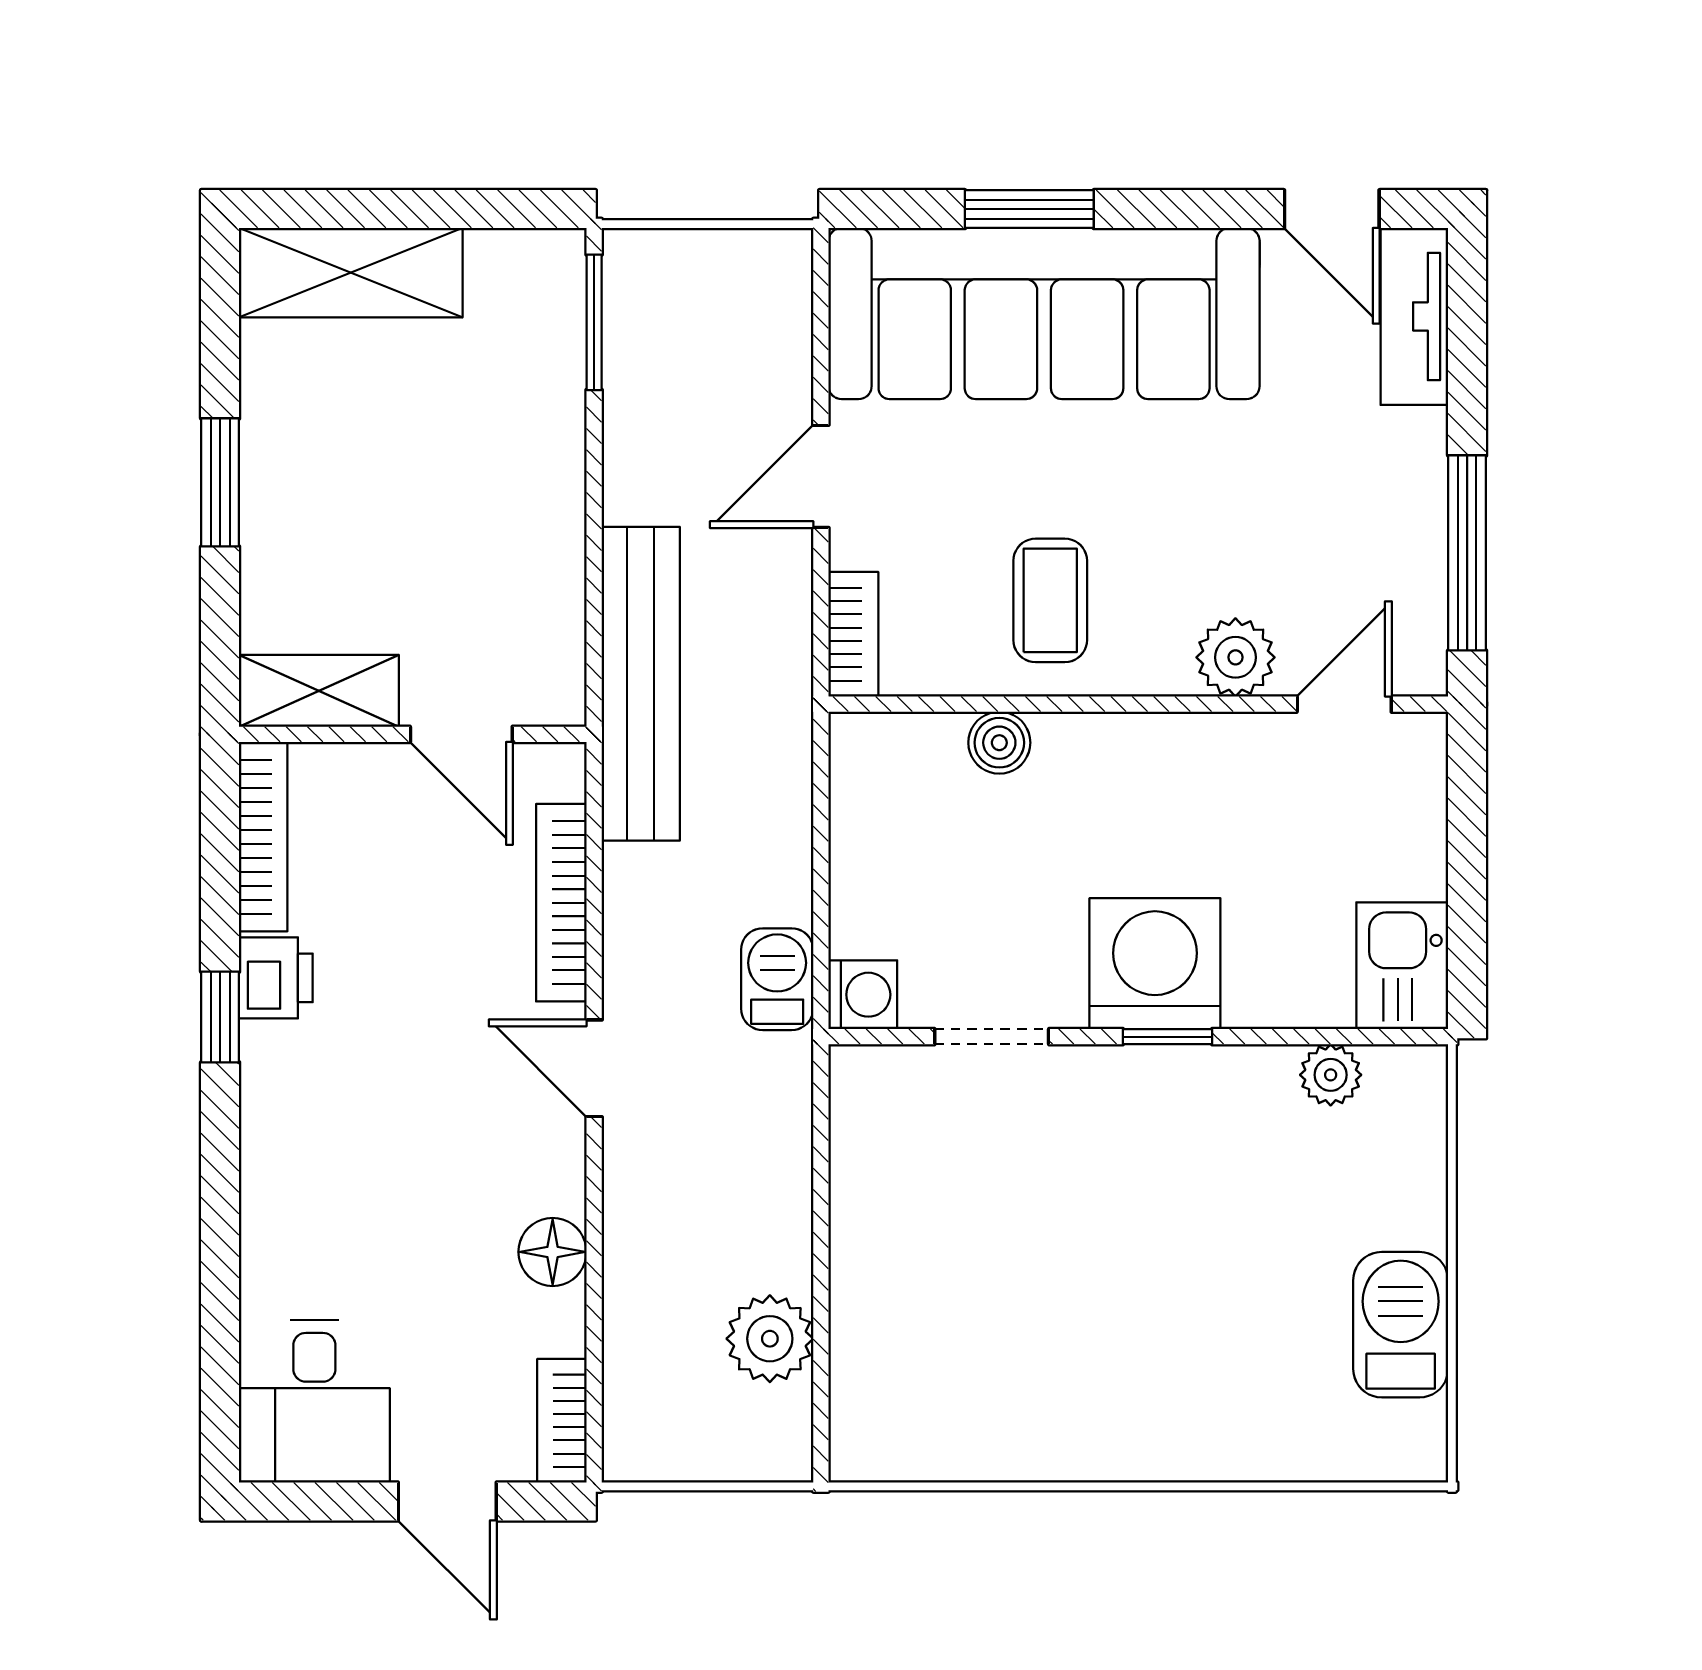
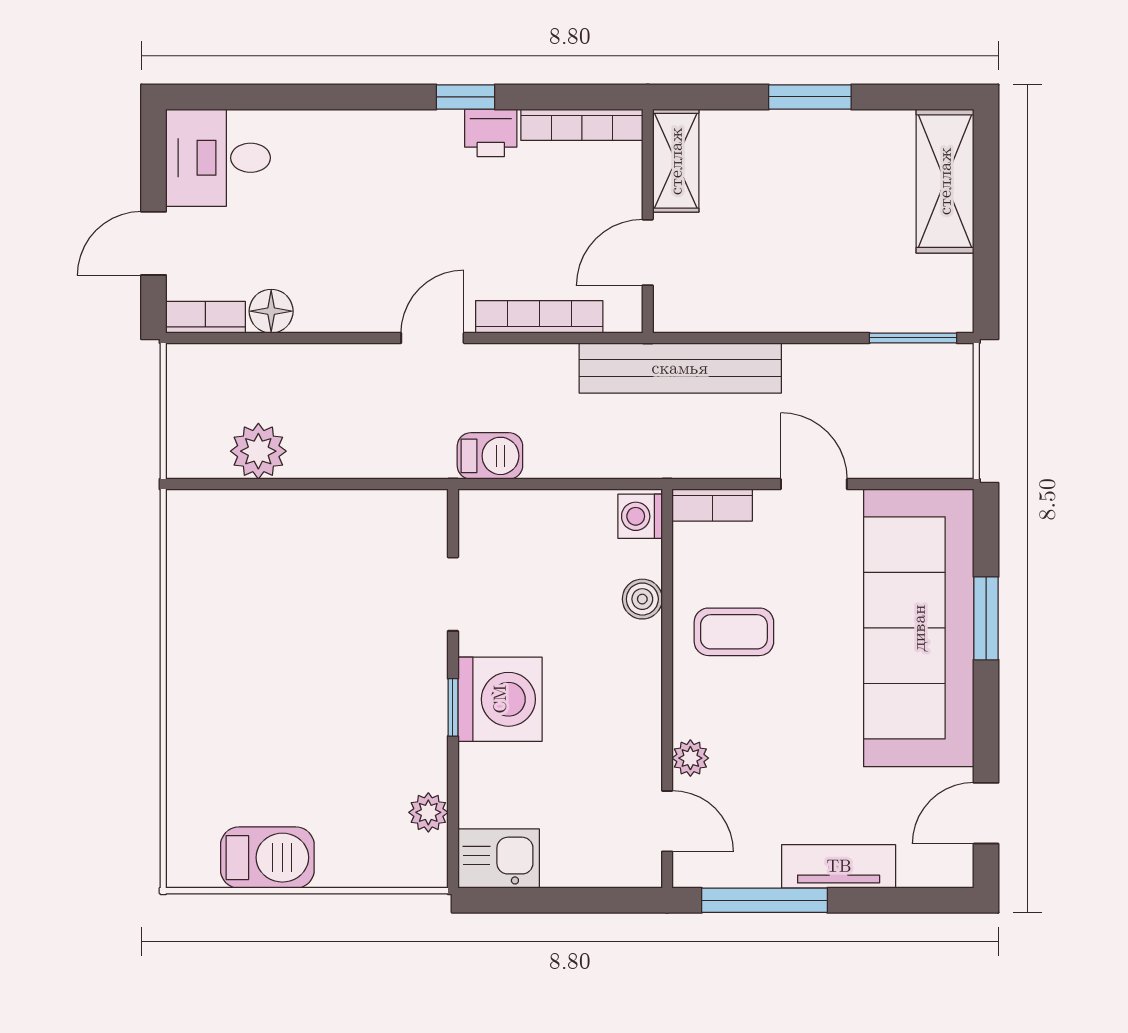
tv unit: (1414, 316) -> (839, 866), moved
plant: (1235, 657) -> (690, 758), width x0.73, depth x0.73
washing machine: (863, 995) -> (640, 516), moved, turned 90
floor lamp: (553, 1252) -> (271, 311), moved

